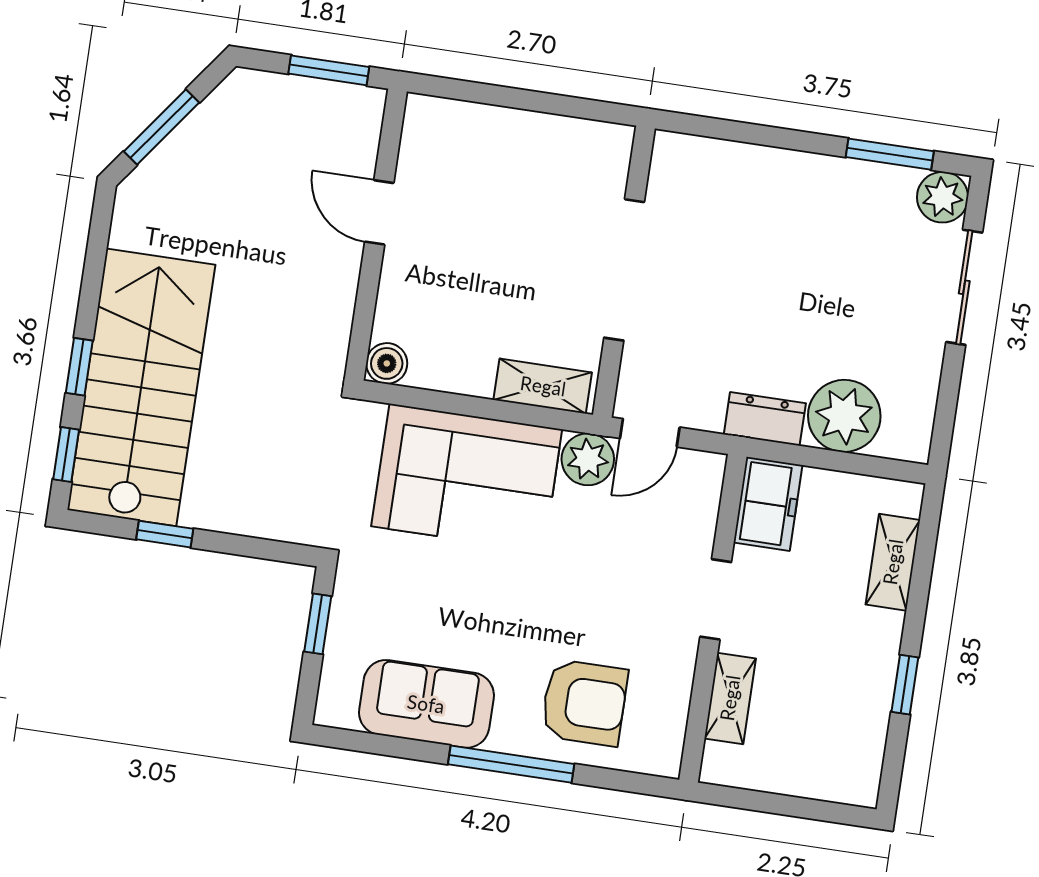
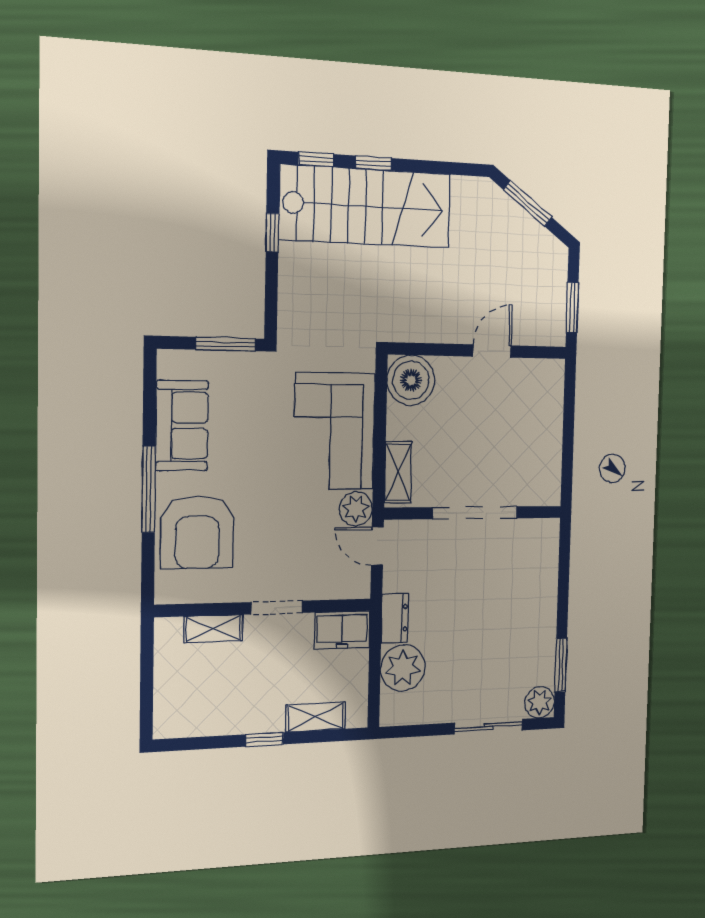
boiler: (387, 363) -> (411, 380), width x1.86, depth x1.86
window: (318, 624) -> (226, 344), width x1.50
window: (905, 685) -> (264, 739), moved
armchair: (584, 703) -> (197, 532), width x1.36, depth x1.36

